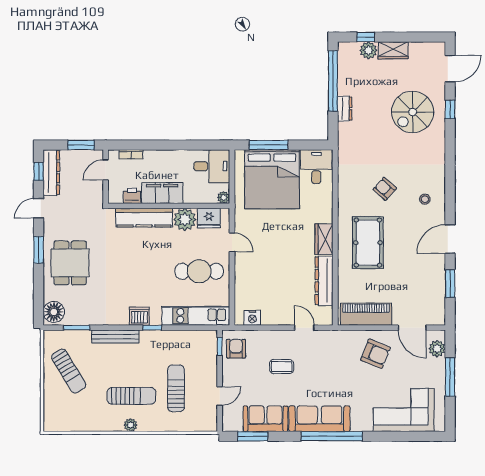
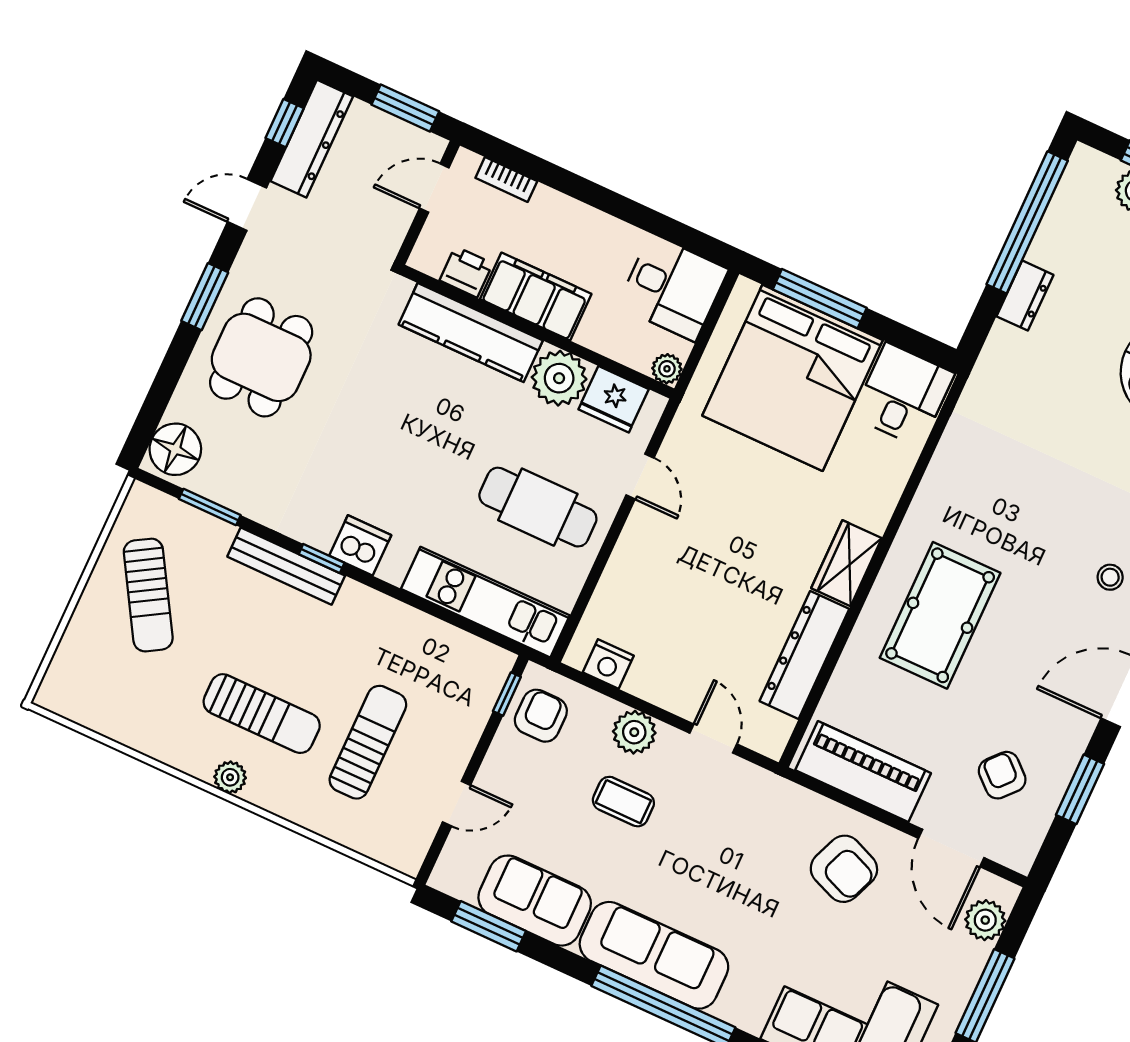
armchair: (385, 189) -> (1002, 775), moved
window: (152, 328) -> (322, 558), moved
plant: (274, 339) -> (634, 732), added

